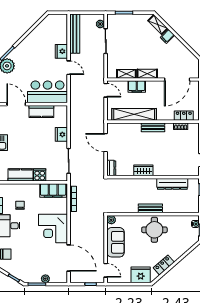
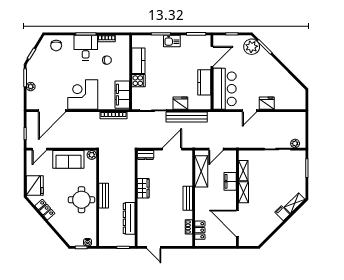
bench: (75, 34) -> (187, 117), moved
door: (106, 90) -> (216, 149), moved
shelving: (134, 114) -> (201, 171), width x0.68

